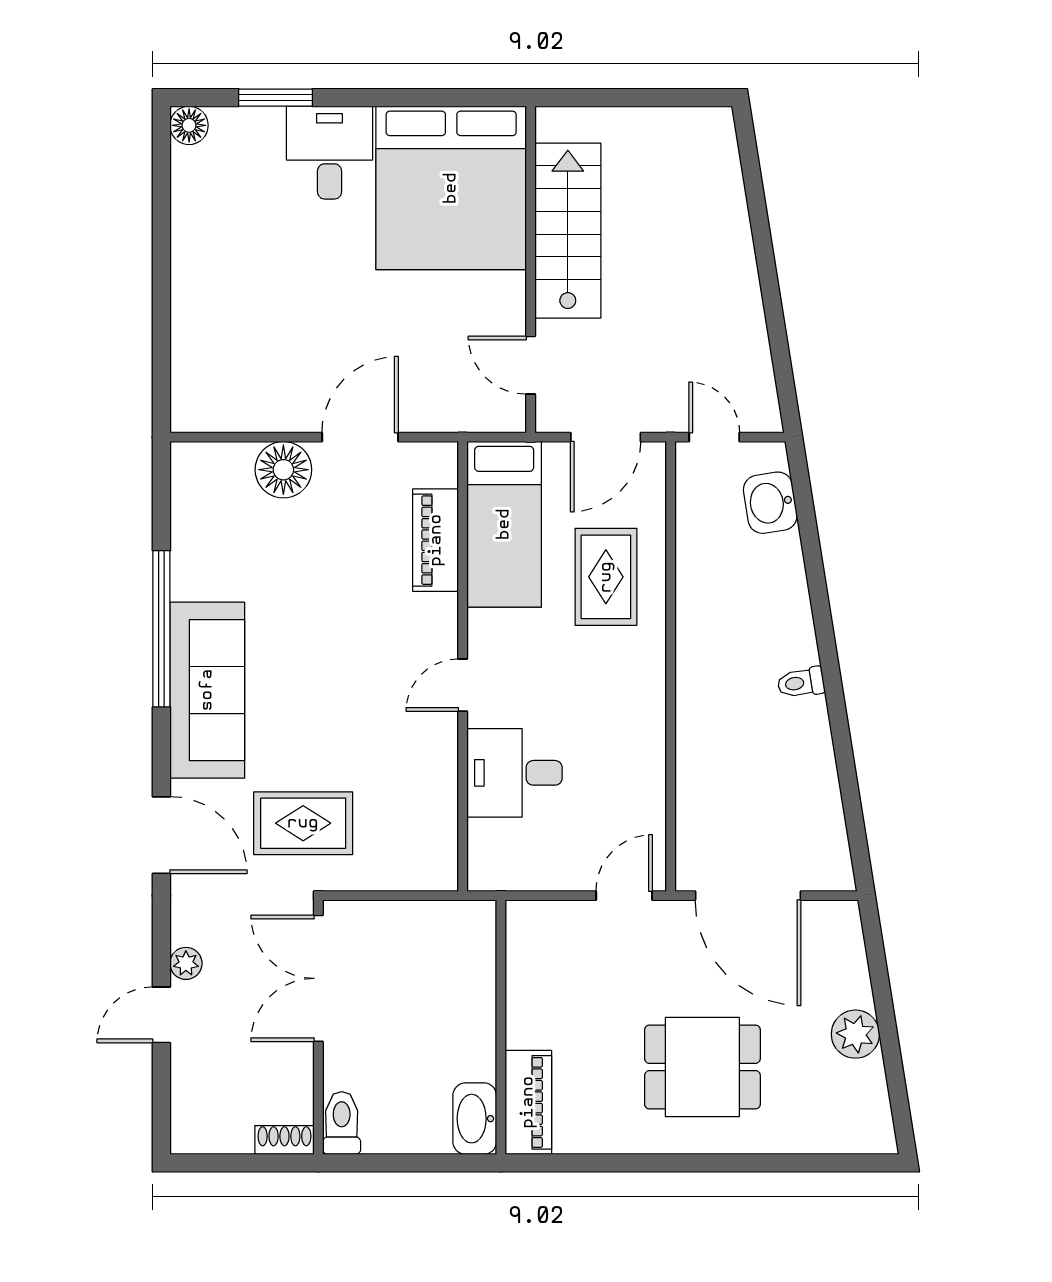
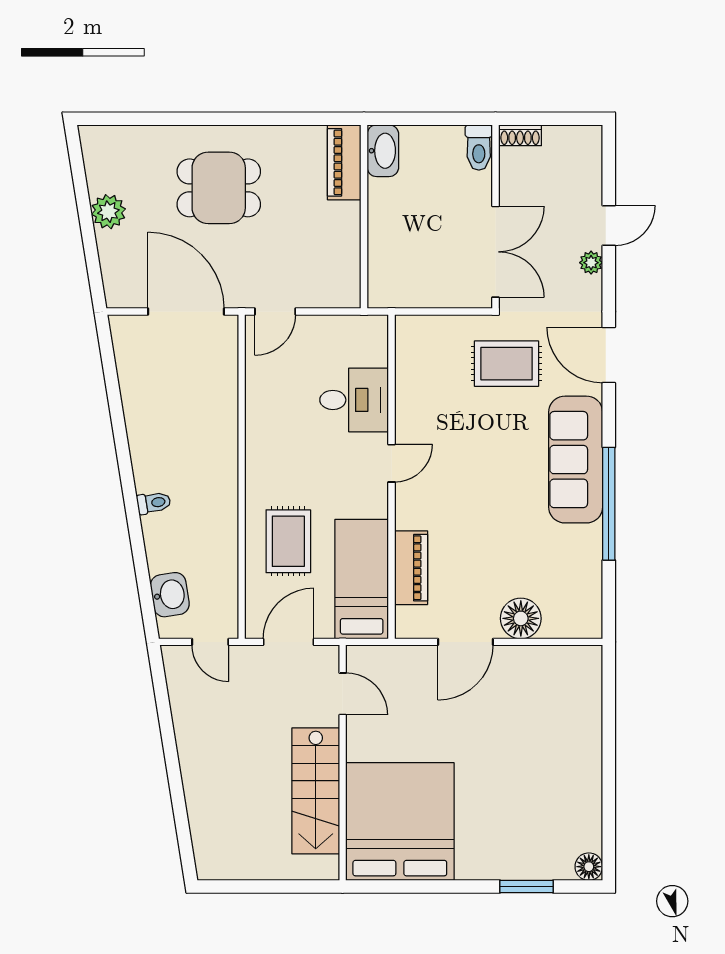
desk: (330, 153) -> (488, 847), removed
toilet: (801, 683) -> (154, 503), moved

